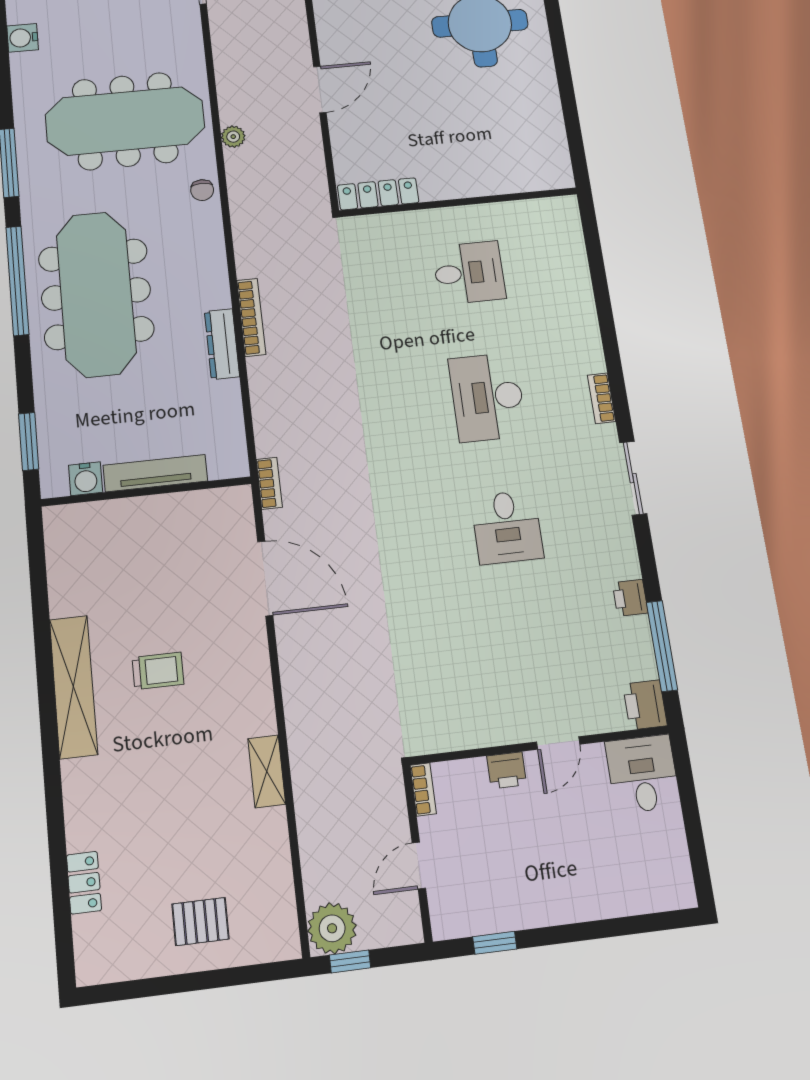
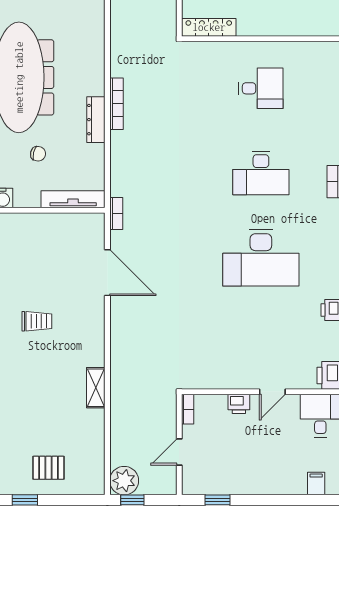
chair: (202, 190) -> (38, 154), moved, turned -77
desk: (488, 397) -> (261, 173), turned -90
tv unit: (155, 473) -> (73, 199), moved
desk: (507, 527) -> (261, 258), width x1.87, depth x1.30
filing cabinet: (655, 892) -> (316, 484), added
window: (165, 985) -> (25, 500), added

